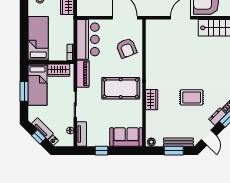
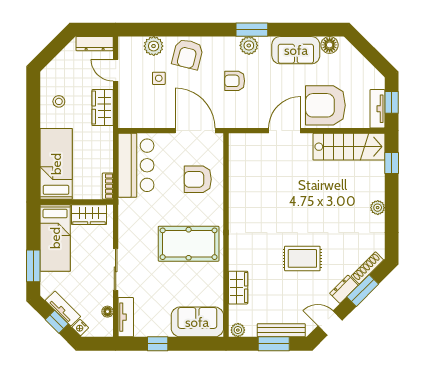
armchair: (126, 48) -> (198, 179), turned 112
piano: (83, 74) -> (128, 220), removed
window: (24, 91) -> (33, 266), moved
wardrobe: (152, 100) -> (238, 288), moved
door: (209, 138) -> (330, 323), swing flipped

